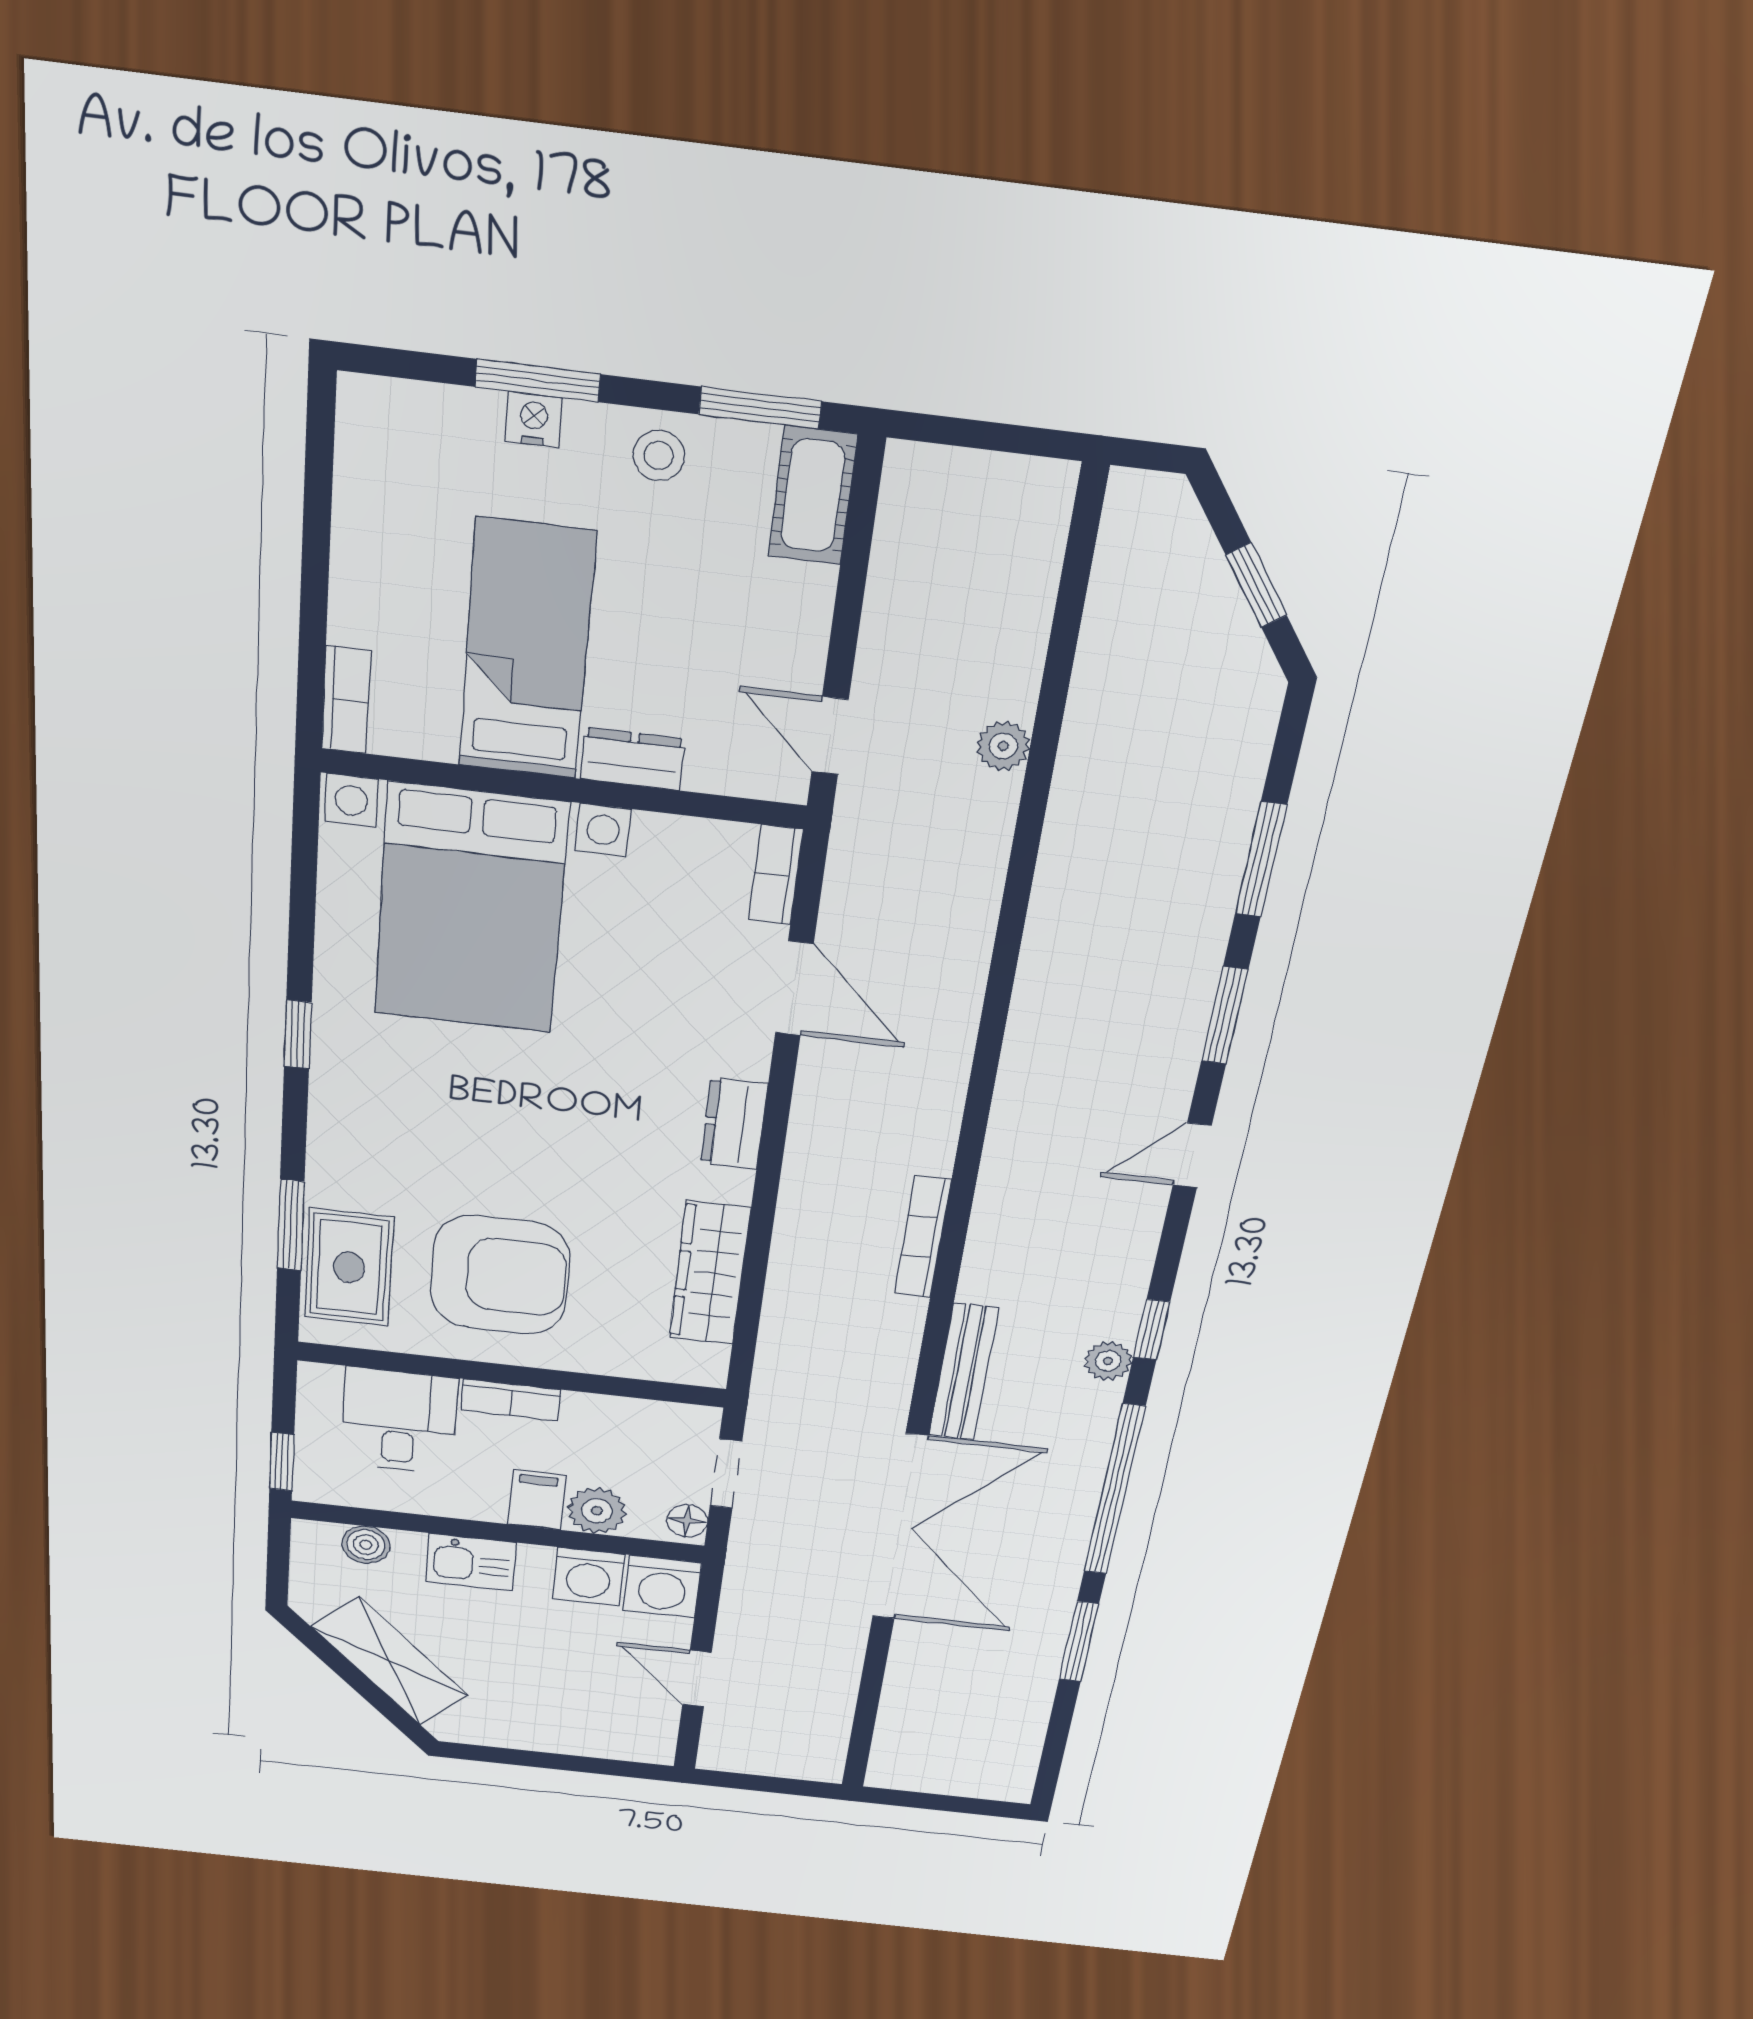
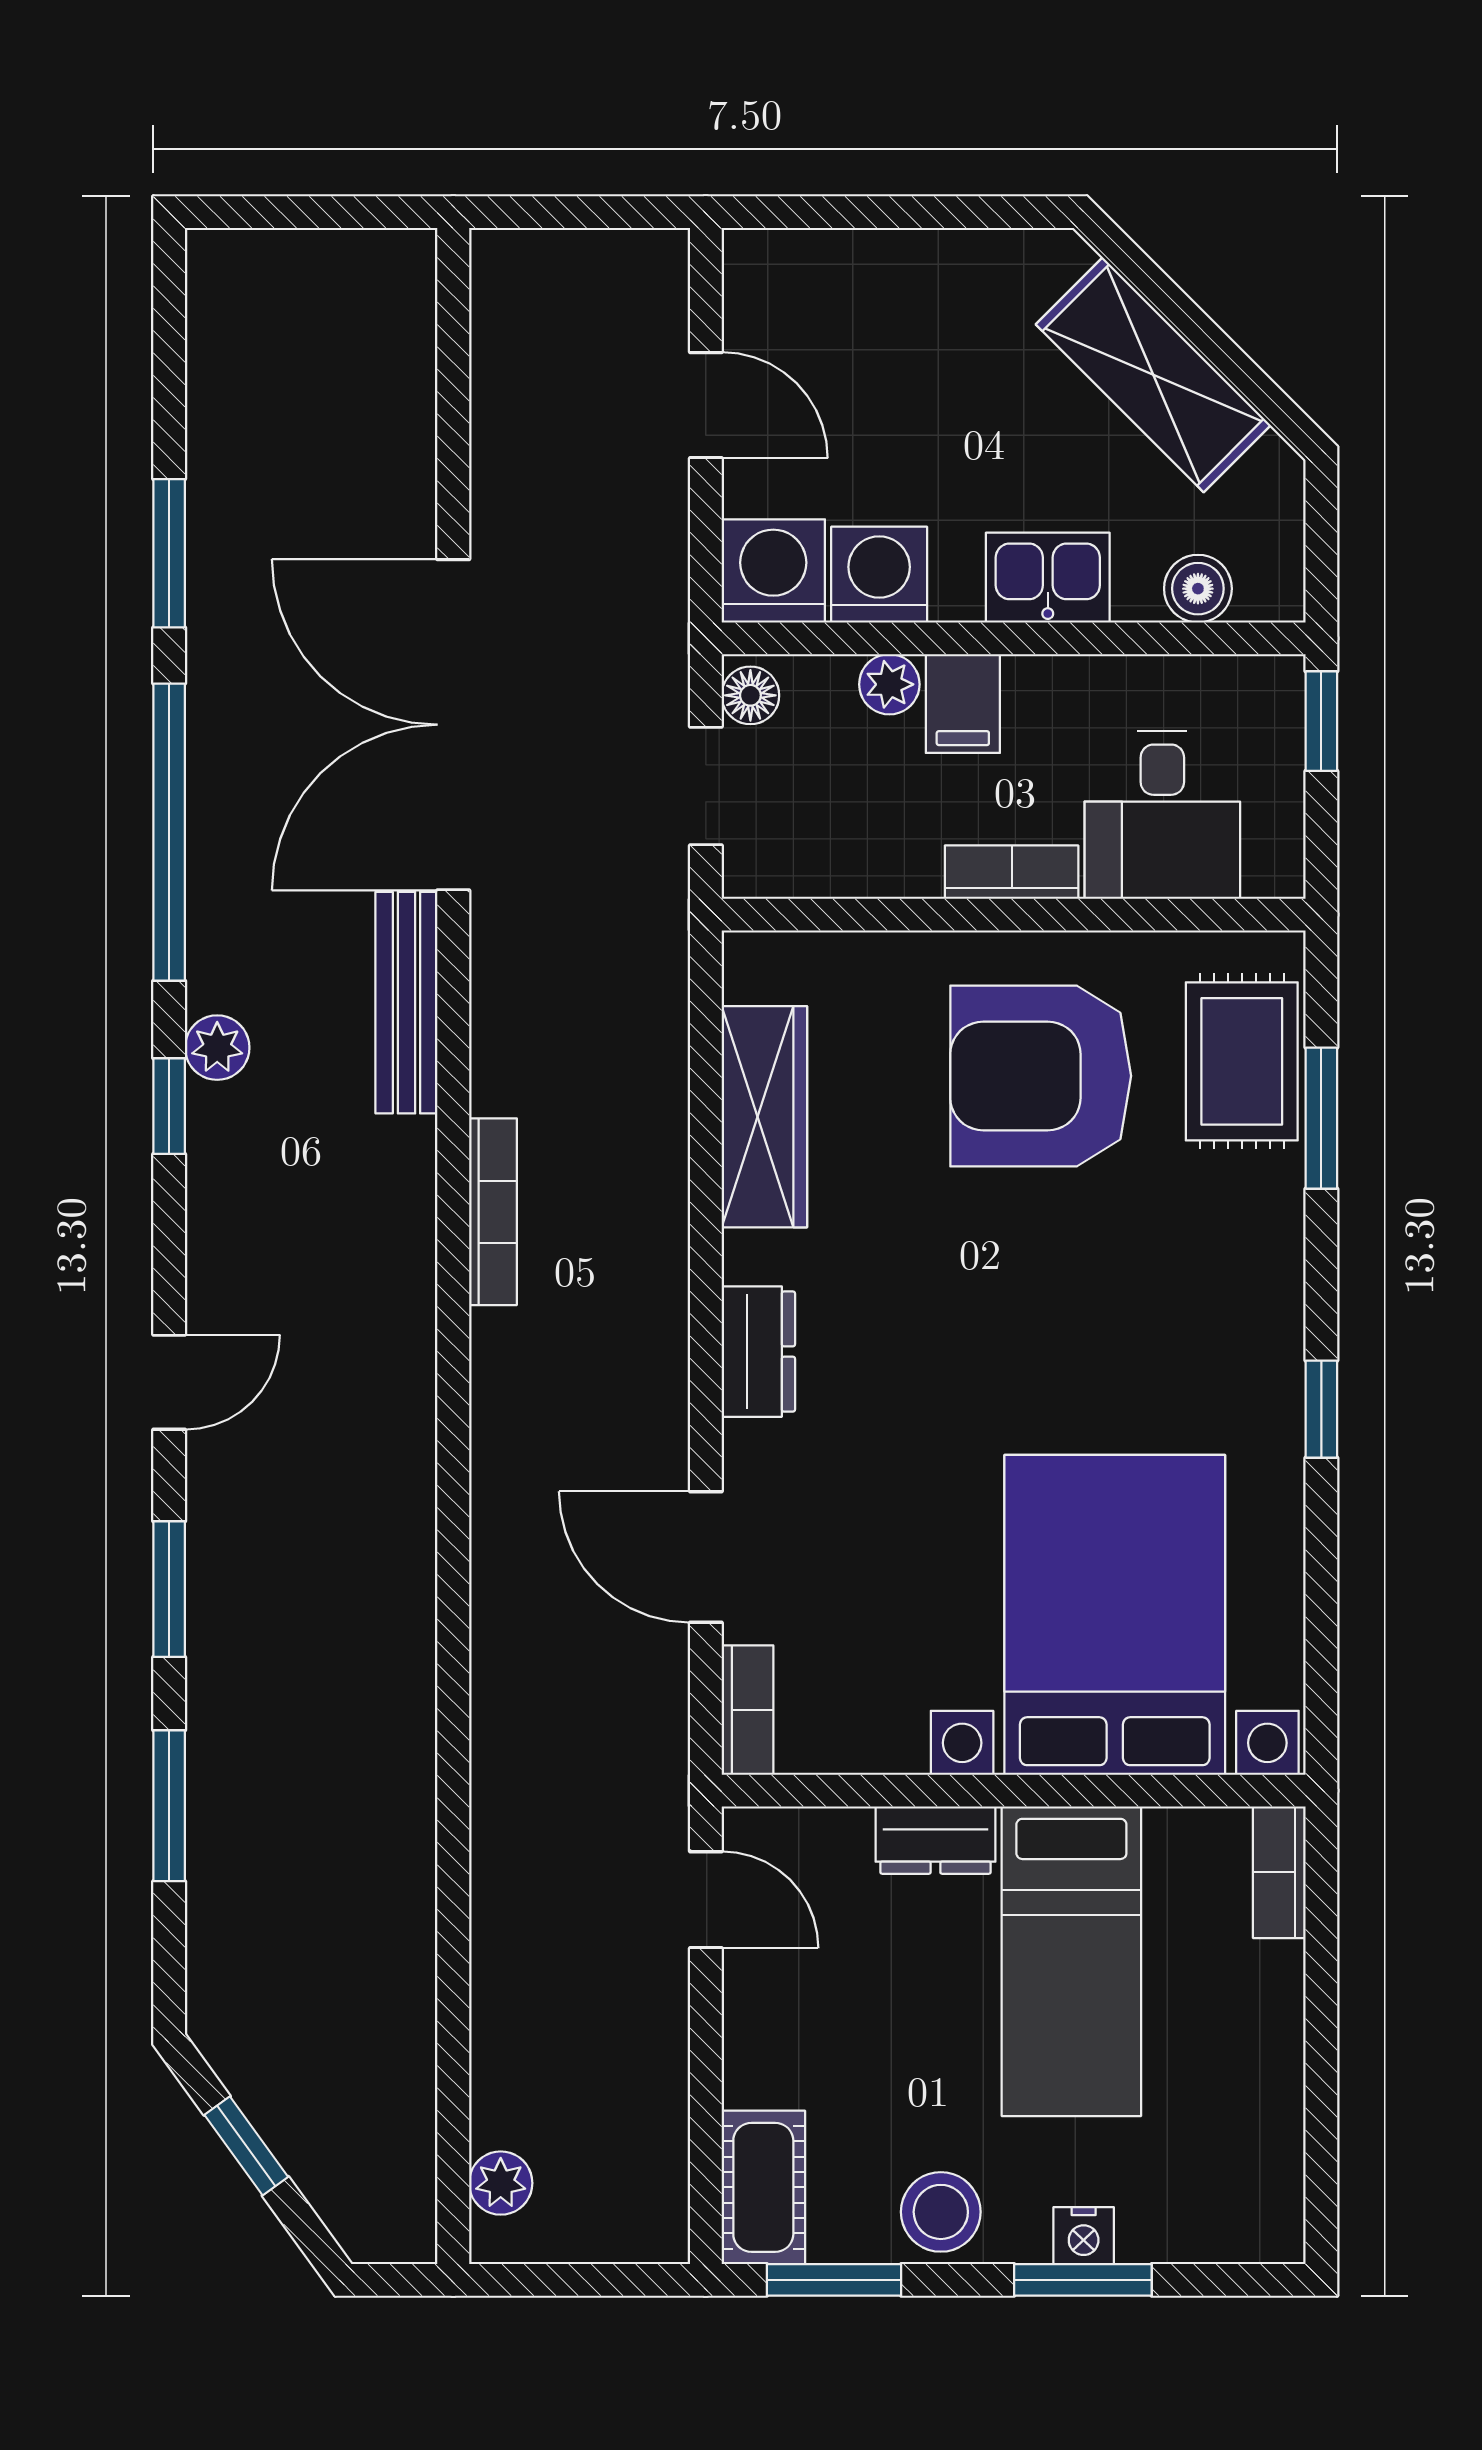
stool: (659, 455) -> (941, 2212), width x1.37, depth x1.37
plant: (1003, 746) -> (501, 2183), moved
plant: (597, 1511) -> (889, 684), width x0.73, depth x0.73

